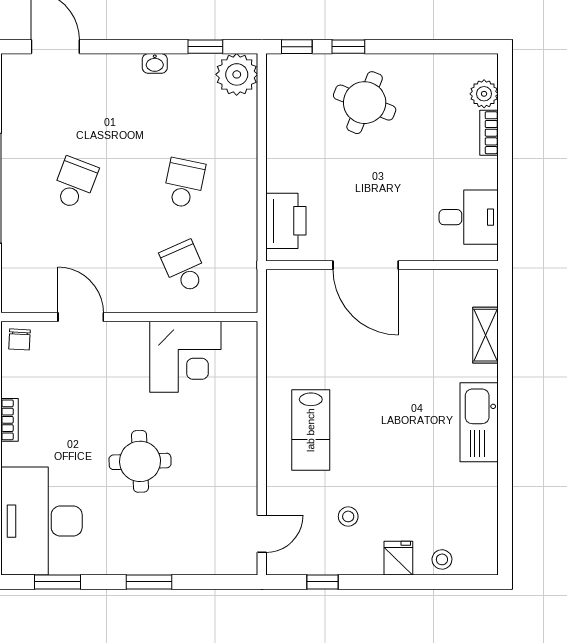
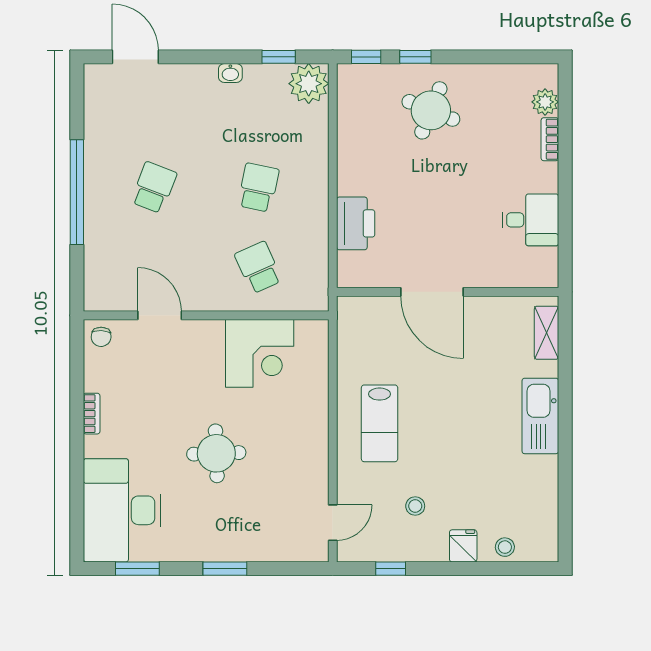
door: (366, 265) -> (432, 292), moved
wall: (382, 265) -> (448, 292), moved

